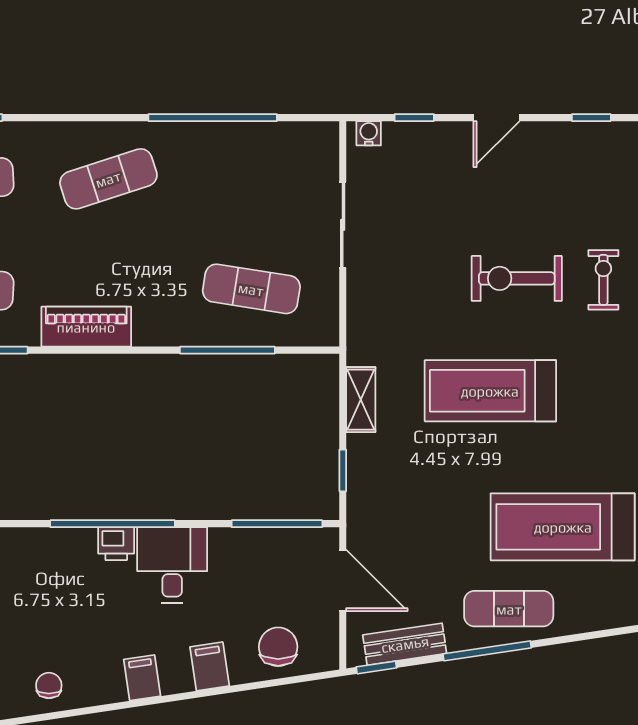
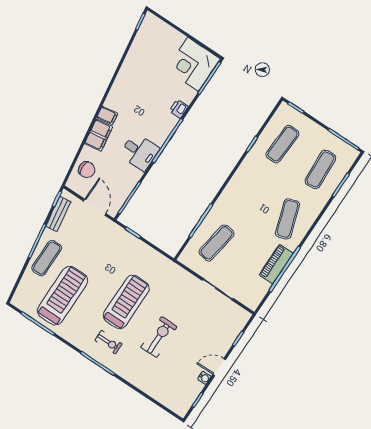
door: (496, 118) -> (219, 367), hinge flipped
water cooler: (369, 133) -> (204, 378), moved
exercise bike: (603, 280) -> (108, 342), moved
piano: (86, 327) -> (276, 264), moved, turned 180
shelving: (361, 400) -> (153, 255), removed
printer: (116, 544) -> (179, 109), moved
door: (343, 580) -> (95, 207), swing flipped
filing cabinet: (210, 666) -> (99, 135), width x2.00
chair: (49, 685) -> (126, 81), removed

